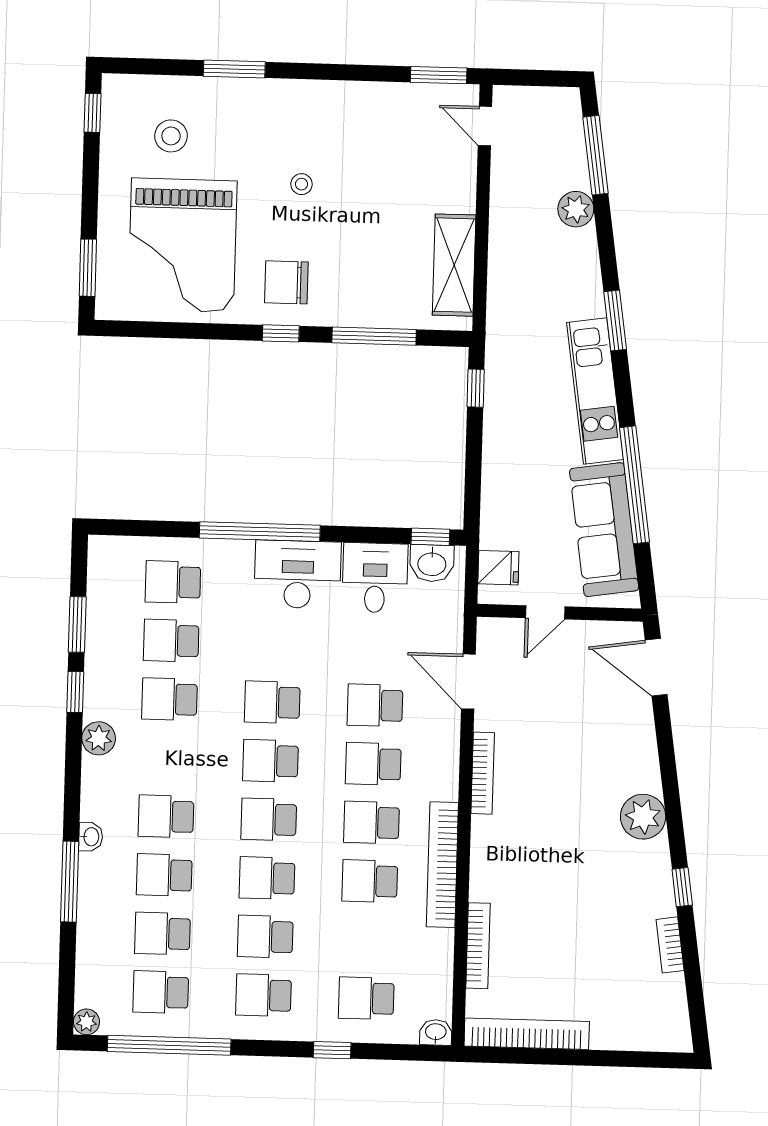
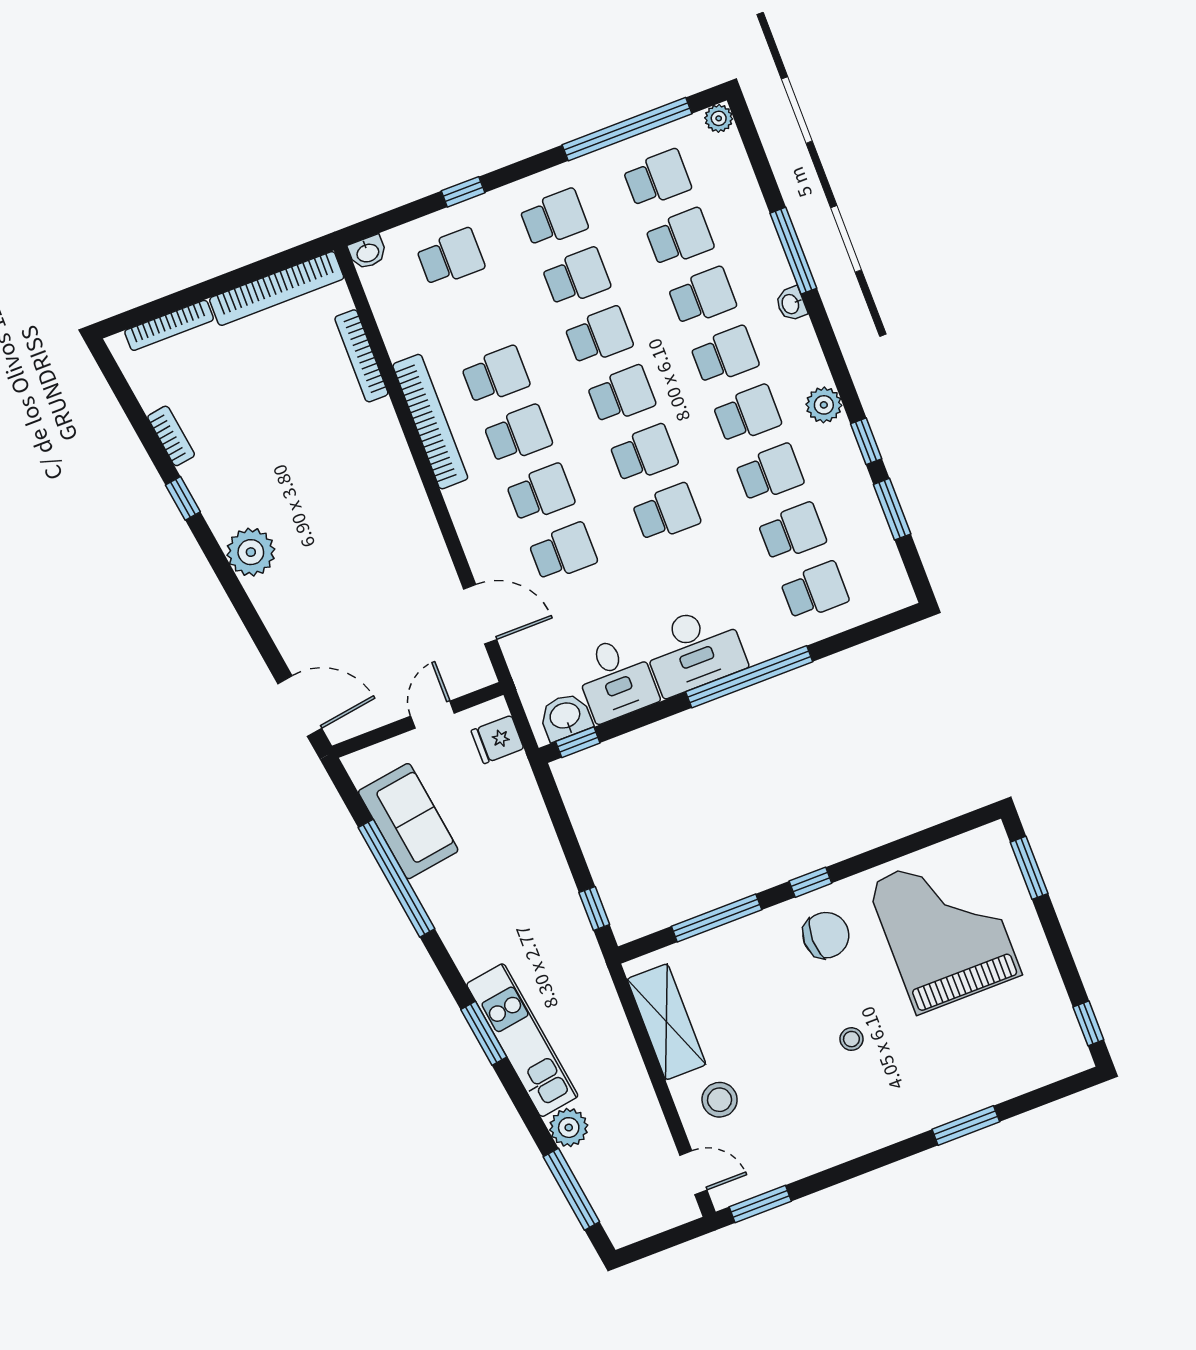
stool: (171, 136) -> (720, 1100), moved
kitchen unit: (595, 391) -> (522, 1040), moved
sofa: (604, 530) -> (408, 821), width x0.73
school desk: (168, 758) -> (747, 414), added
bookcase: (483, 773) -> (169, 325), moved, turned -90

